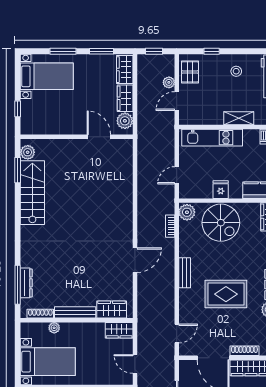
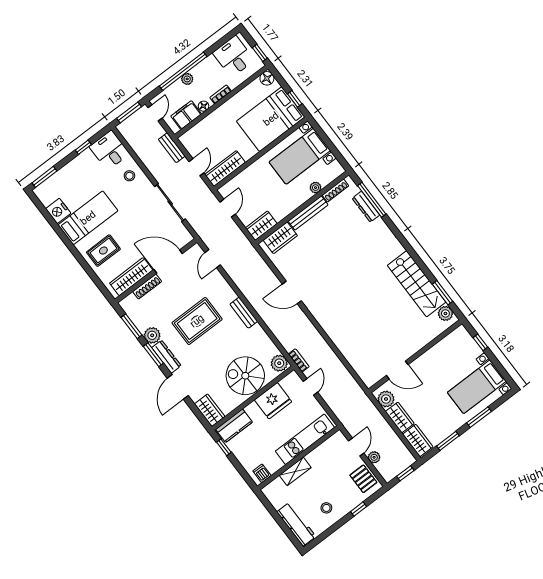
fridge: (221, 190) -> (273, 401), width x1.88, depth x1.34
bookcase: (170, 226) -> (299, 360), moved
door: (135, 260) -> (292, 292), hinge flipped
door: (135, 364) -> (228, 208), hinge flipped

